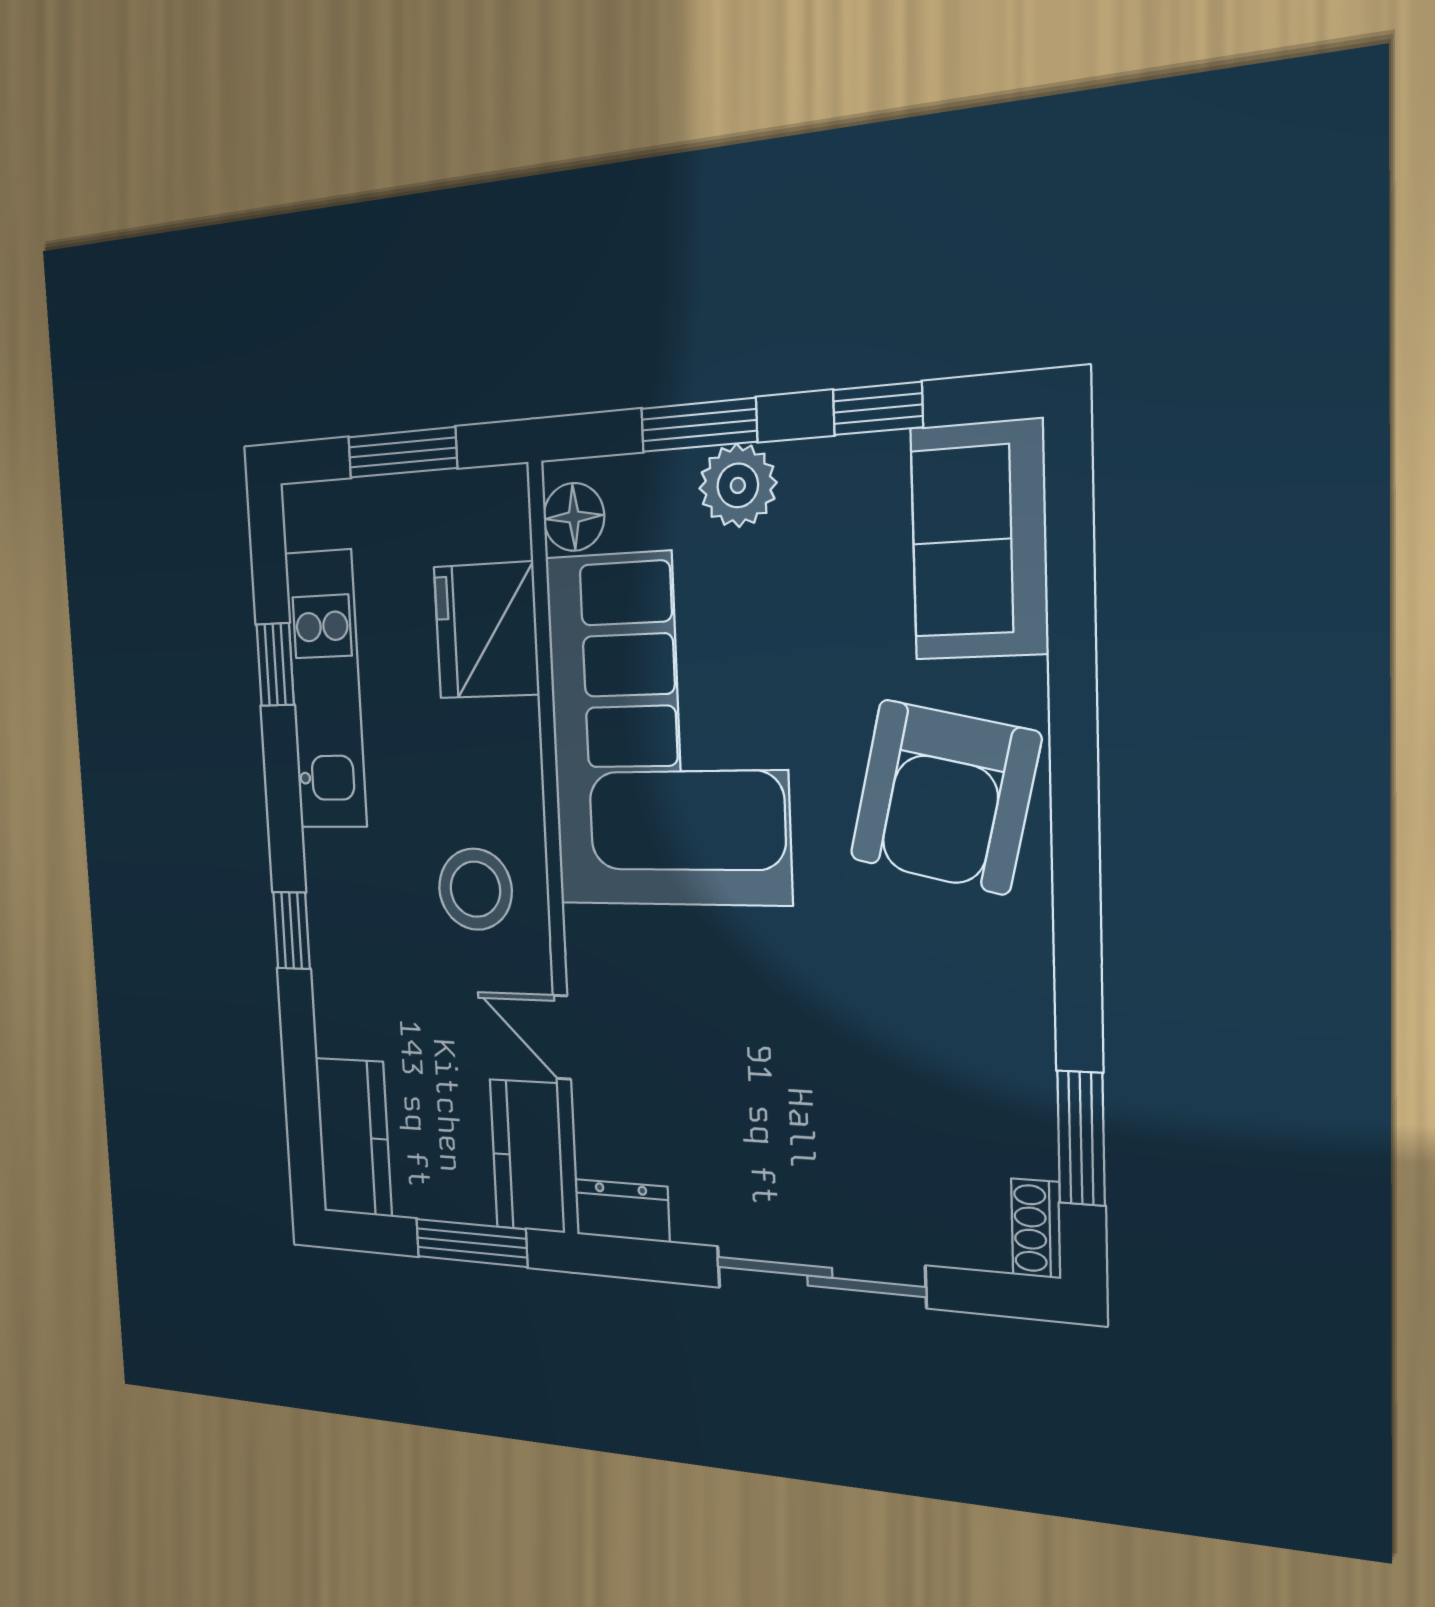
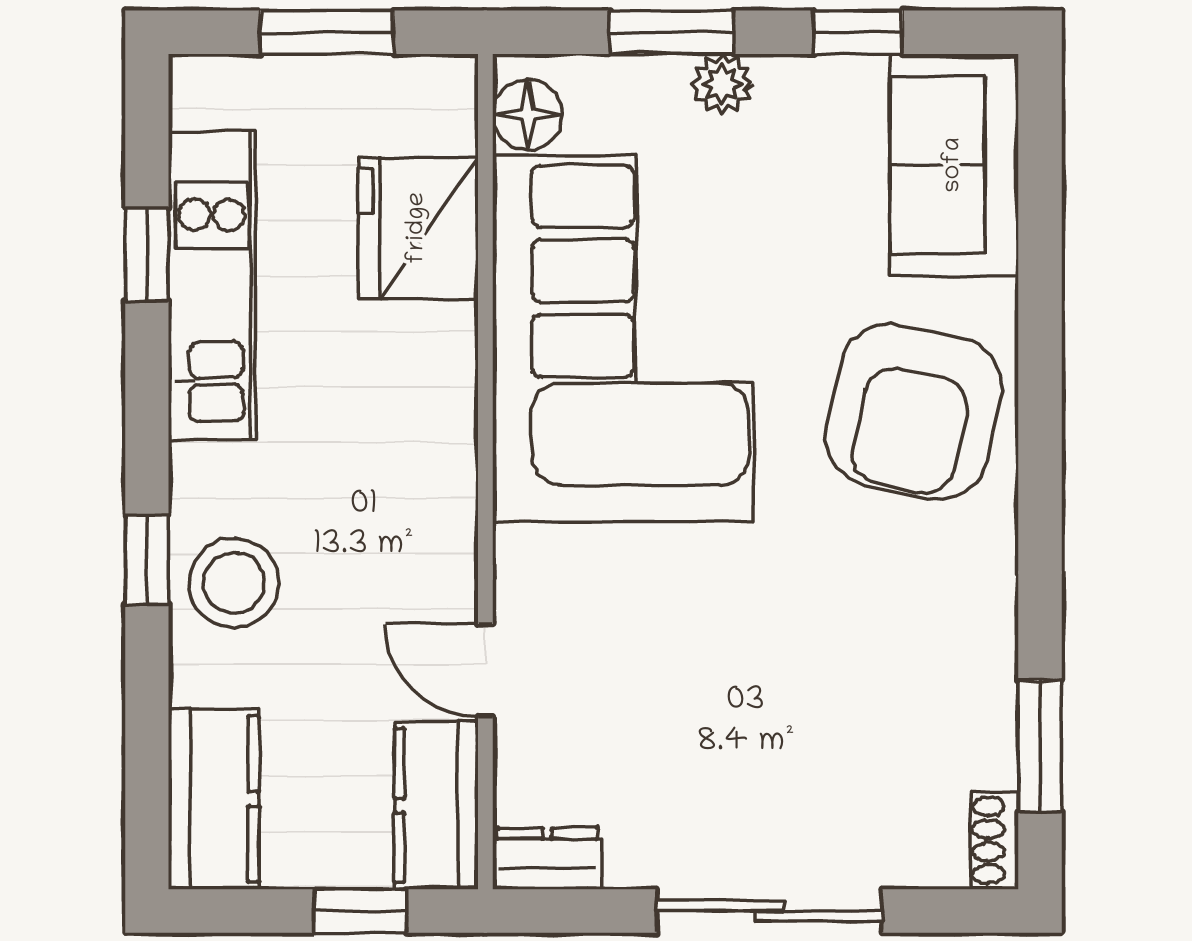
plant: (738, 485) -> (722, 84), width x0.73, depth x0.73
stool: (475, 889) -> (234, 583), moved
window: (471, 1243) -> (360, 911), width x0.67

